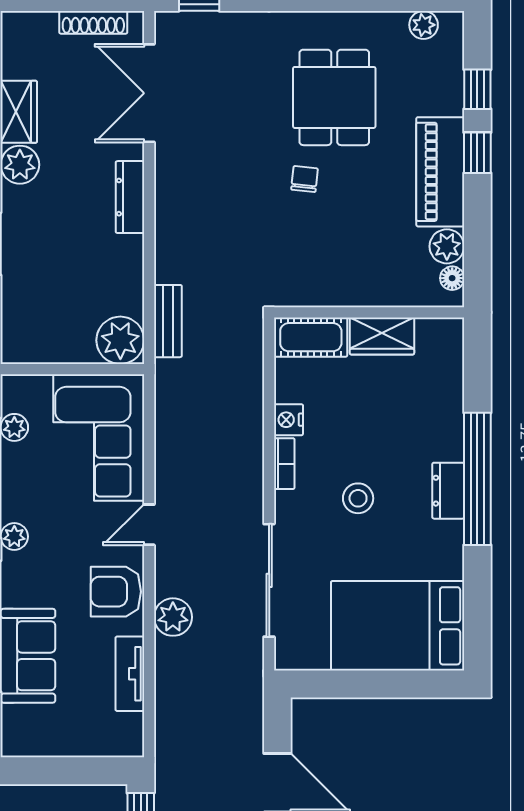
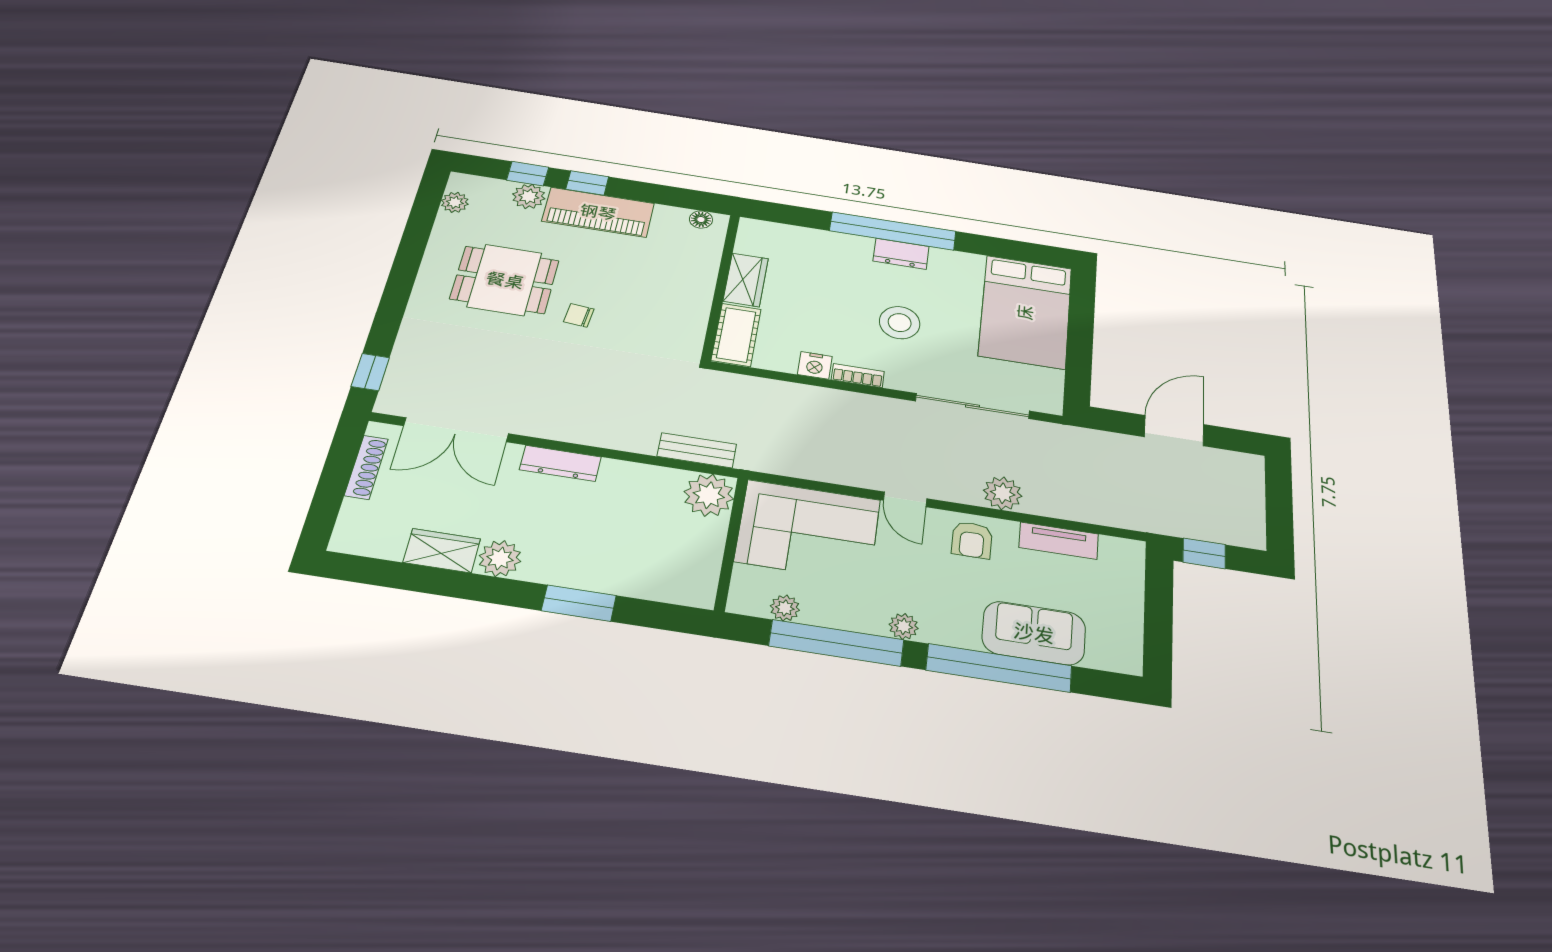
plant: (447, 246) -> (529, 196), moved
stool: (358, 498) -> (900, 323), width x1.38, depth x1.38
armchair: (116, 592) -> (972, 540), width x0.72, depth x0.72

